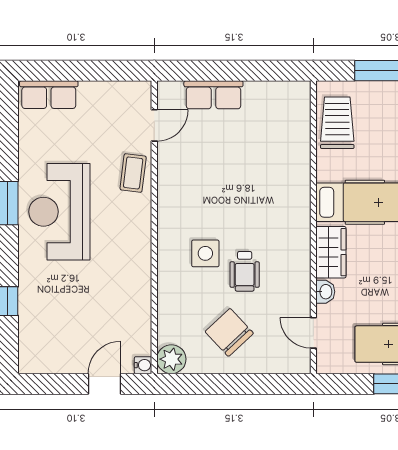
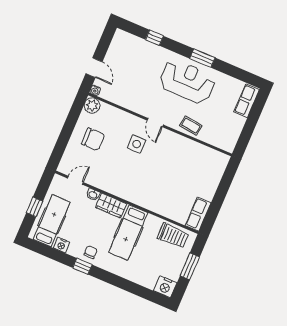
row of seats: (213, 95) -> (198, 214), moved
door: (154, 125) -> (155, 123), moved
wheelchair: (245, 271) -> (120, 159), removed
chair: (229, 332) -> (93, 139), turned 43

